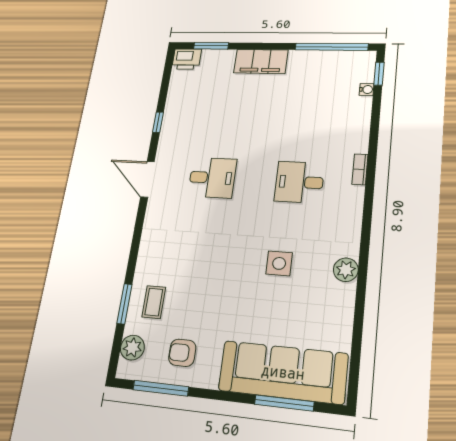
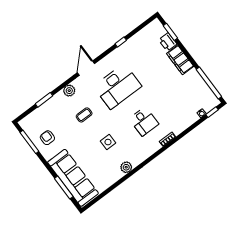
printer: (187, 59) -> (168, 42), moved
desk: (212, 178) -> (118, 86), width x1.87, depth x1.30
door: (147, 179) -> (86, 68), moved
desk: (299, 182) -> (144, 121), turned 180
coffee table: (154, 302) -> (84, 115), moved
plant: (132, 348) -> (69, 91), moved

